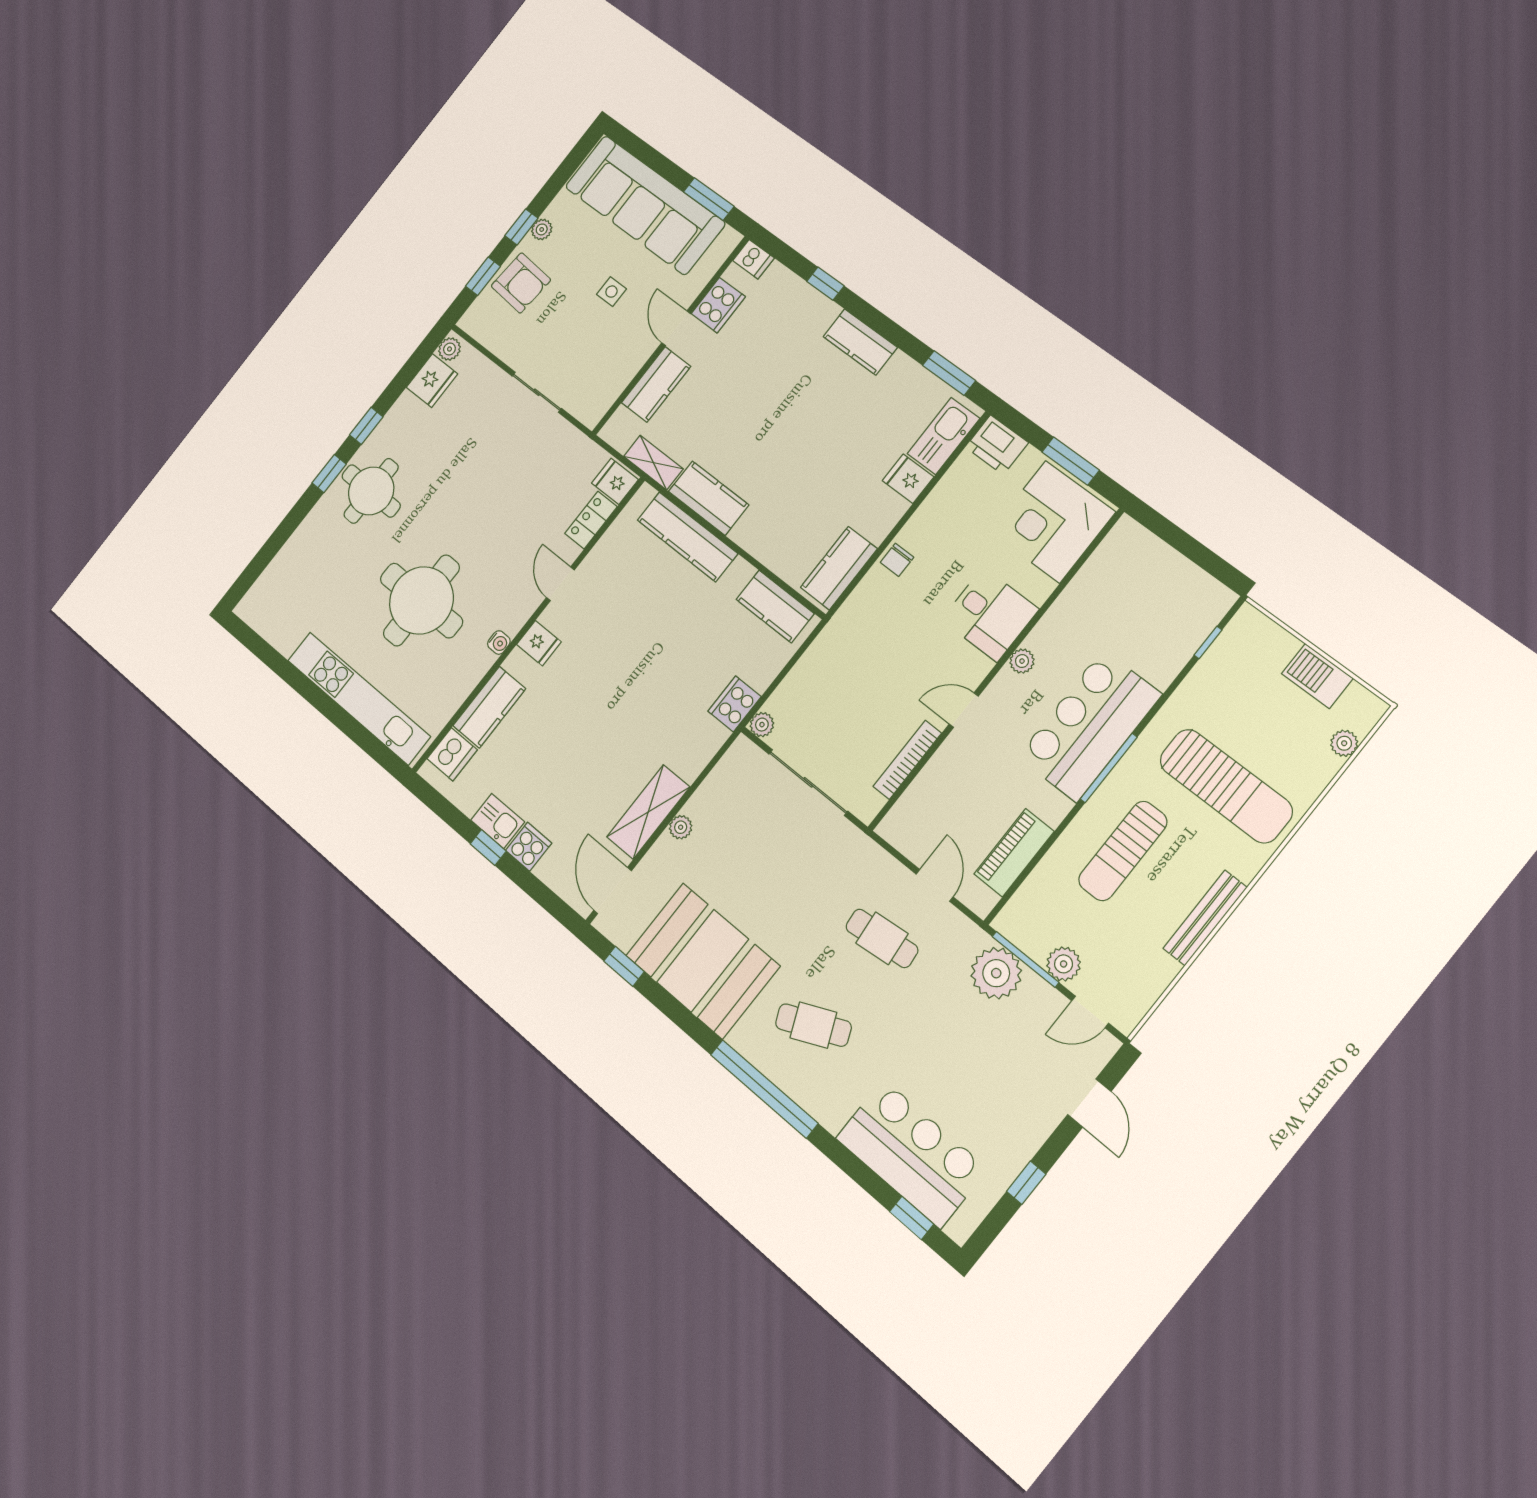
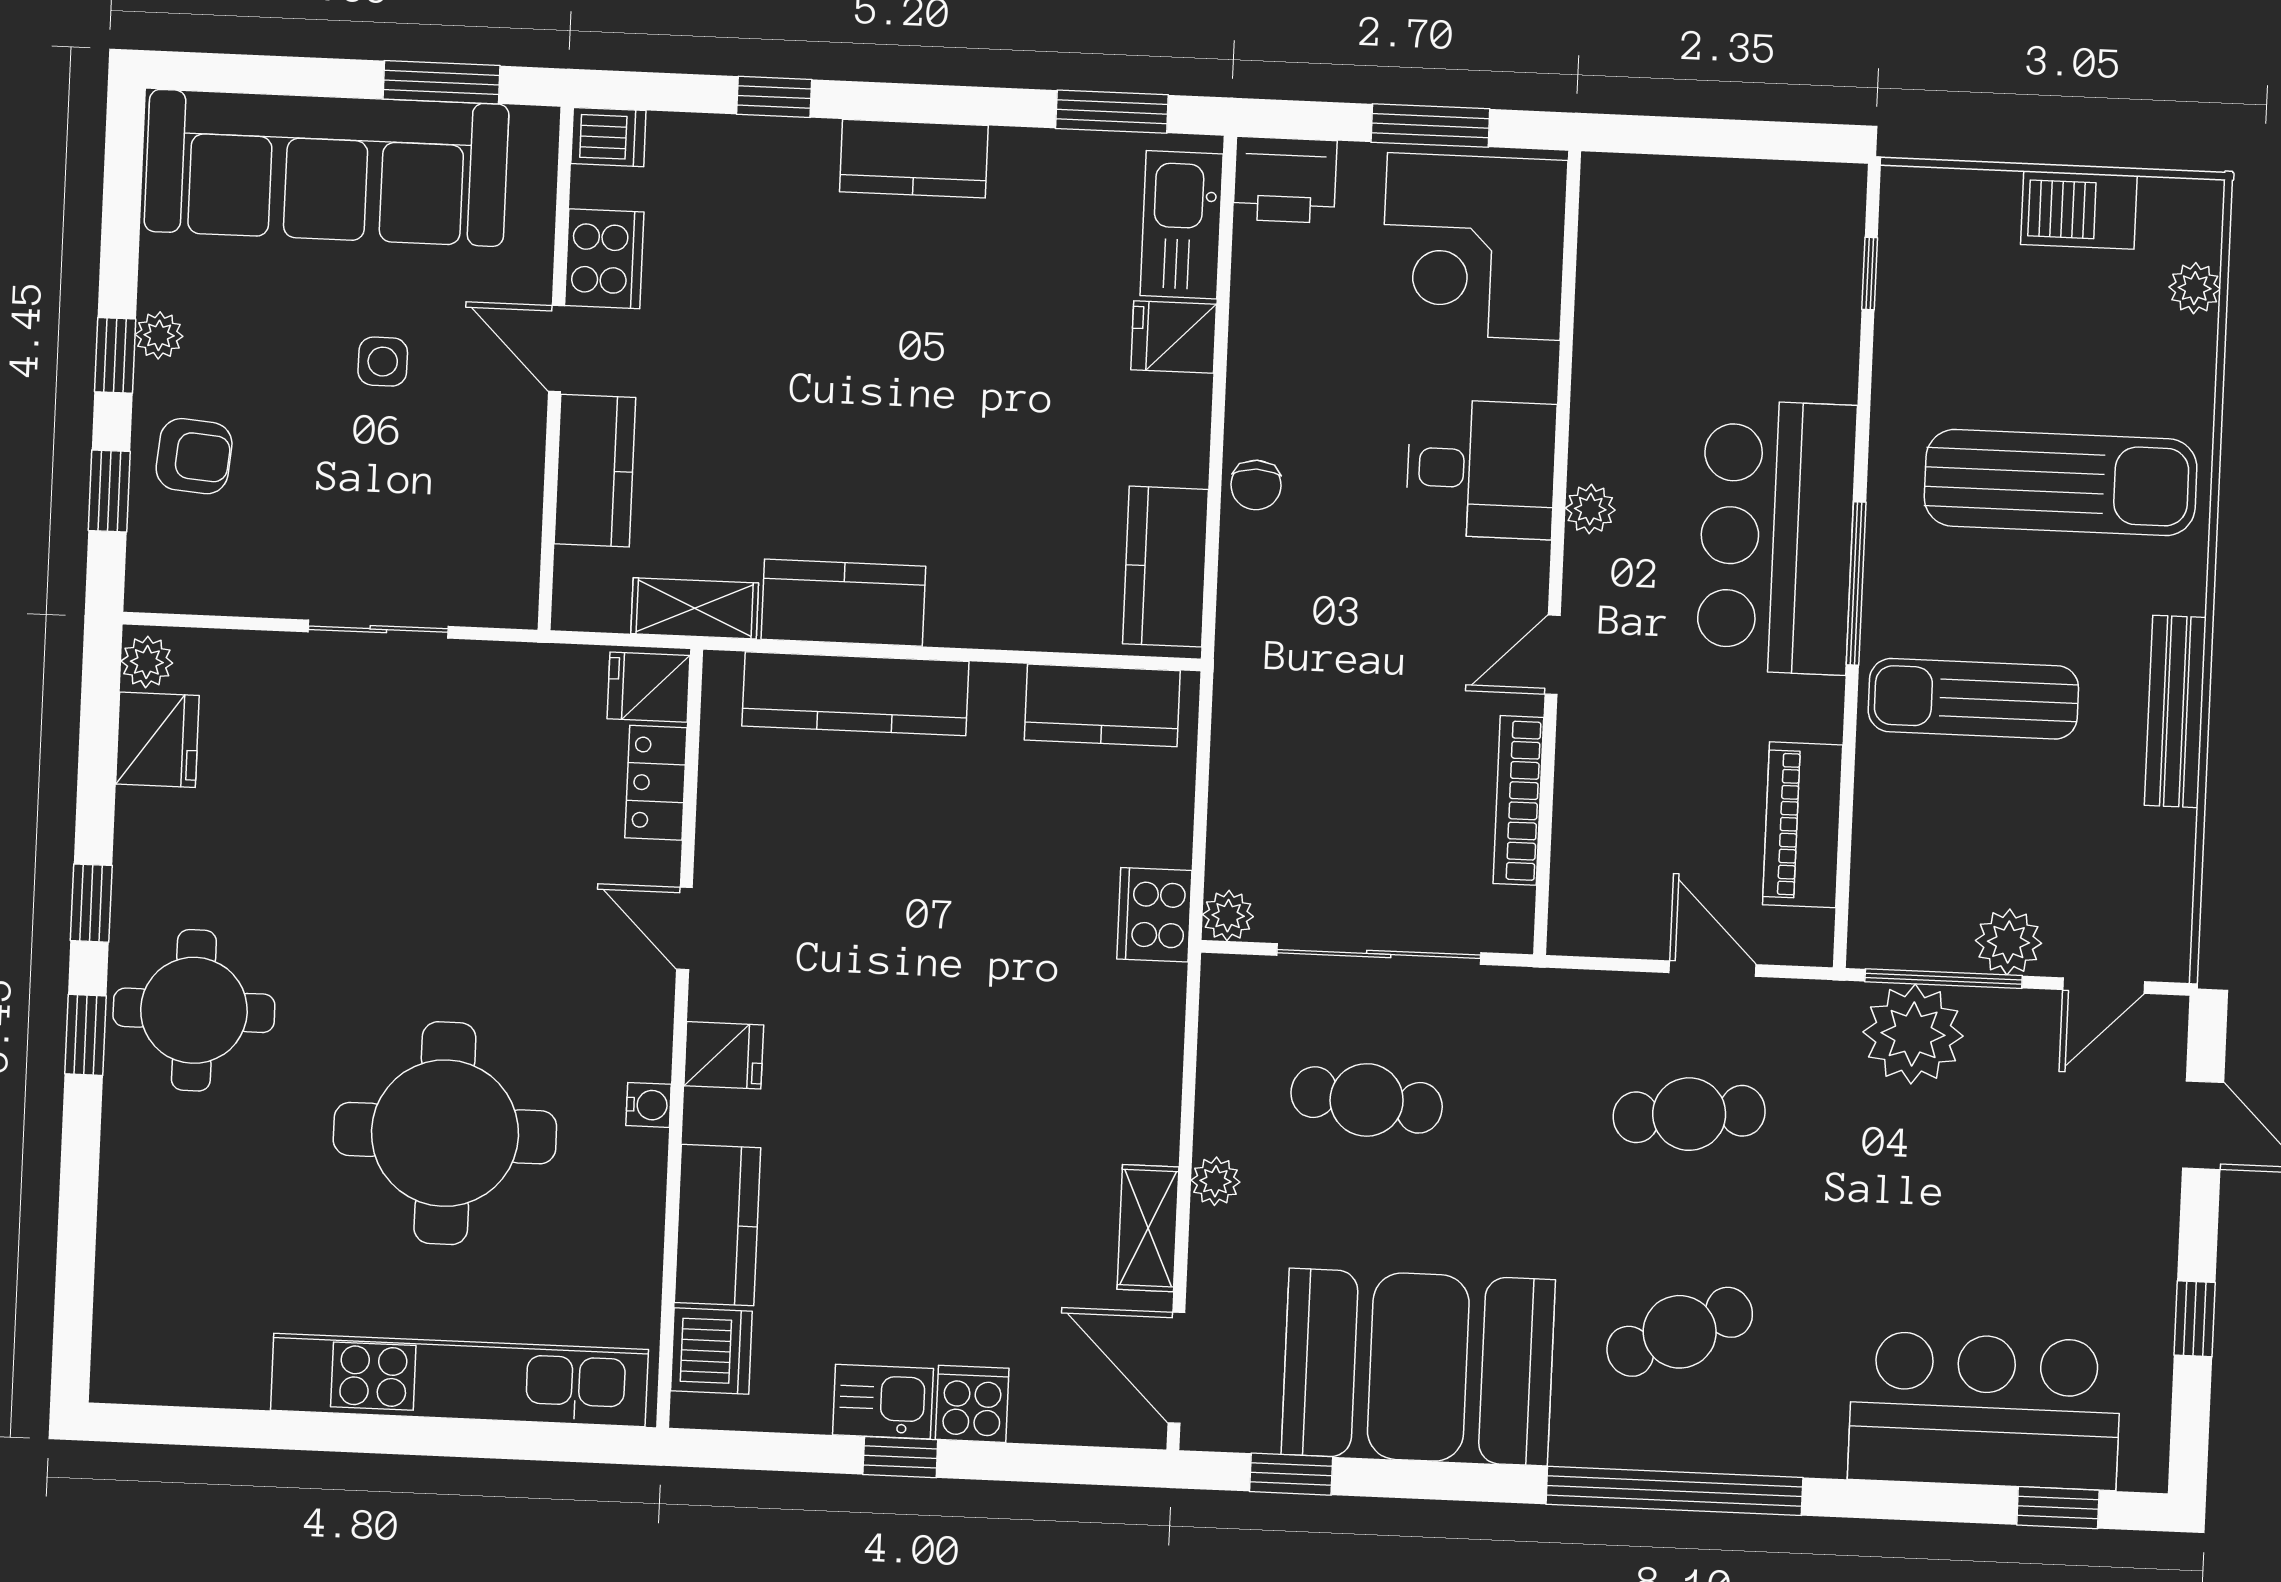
armchair: (521, 283) -> (194, 456), width x0.72, depth x0.72
shelving: (648, 812) -> (1148, 1228), width x0.67, depth x0.75
cafe table: (761, 838) -> (1367, 1100), added
sun lounger: (1123, 851) -> (1973, 699), turned 90

